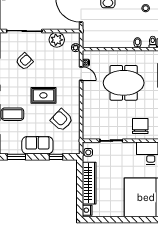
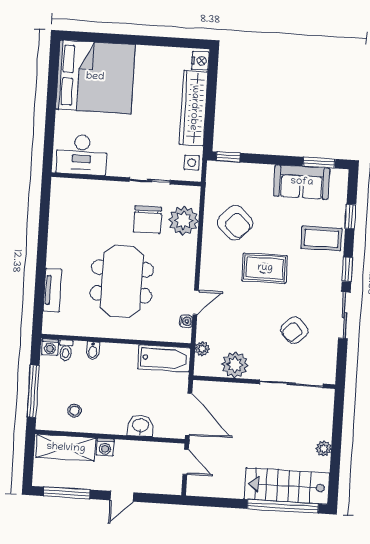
bathtub: (97, 41) -> (164, 358), added
door: (81, 74) -> (196, 302), swing flipped
meeting table: (124, 83) -> (122, 281), turned 90
plant: (91, 119) -> (184, 220), added
chair: (140, 126) -> (148, 220), moved
sofa: (37, 145) -> (302, 182), moved
window: (56, 157) -> (228, 157), moved

